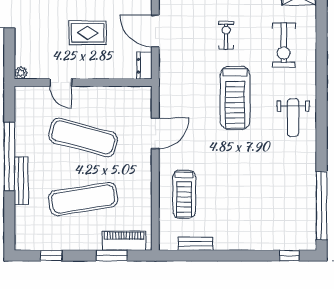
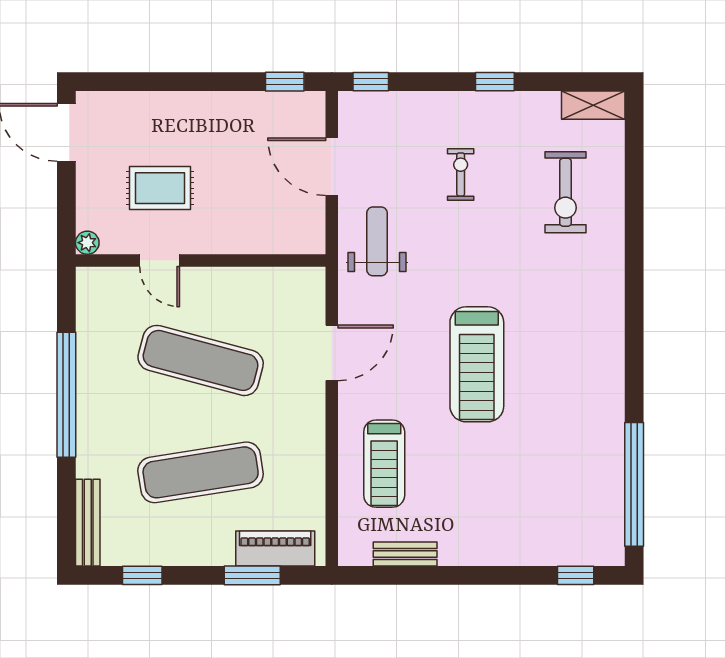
rug: (88, 33) -> (160, 188), moved
dresser: (144, 66) -> (312, 230), removed
treadmill: (235, 98) -> (477, 364), moved
weight bench: (293, 118) -> (377, 241), moved, turned 180
bench: (21, 181) -> (88, 523), moved

